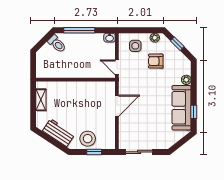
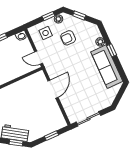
window: (146, 30) -> (48, 16), added
window: (194, 112) -> (112, 50), moved
stool: (88, 139) -> (41, 127), removed
window: (55, 143) -> (16, 143), added

